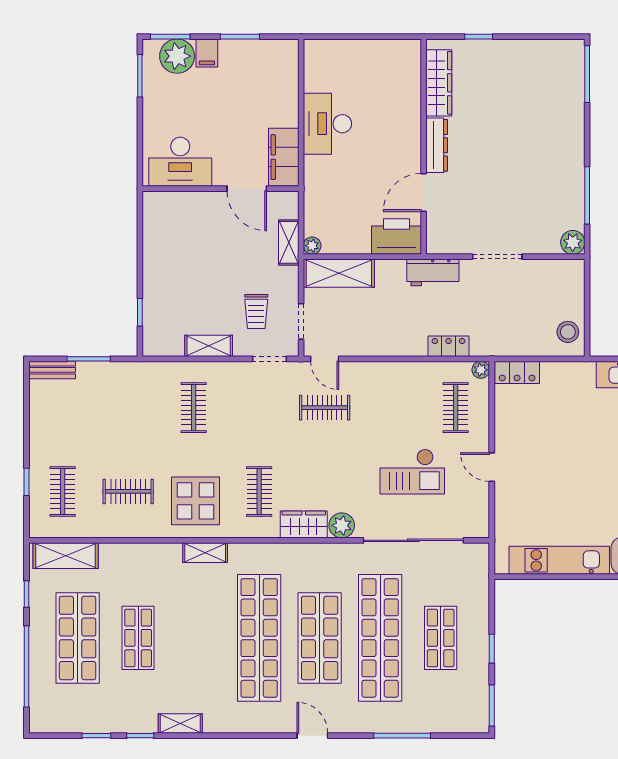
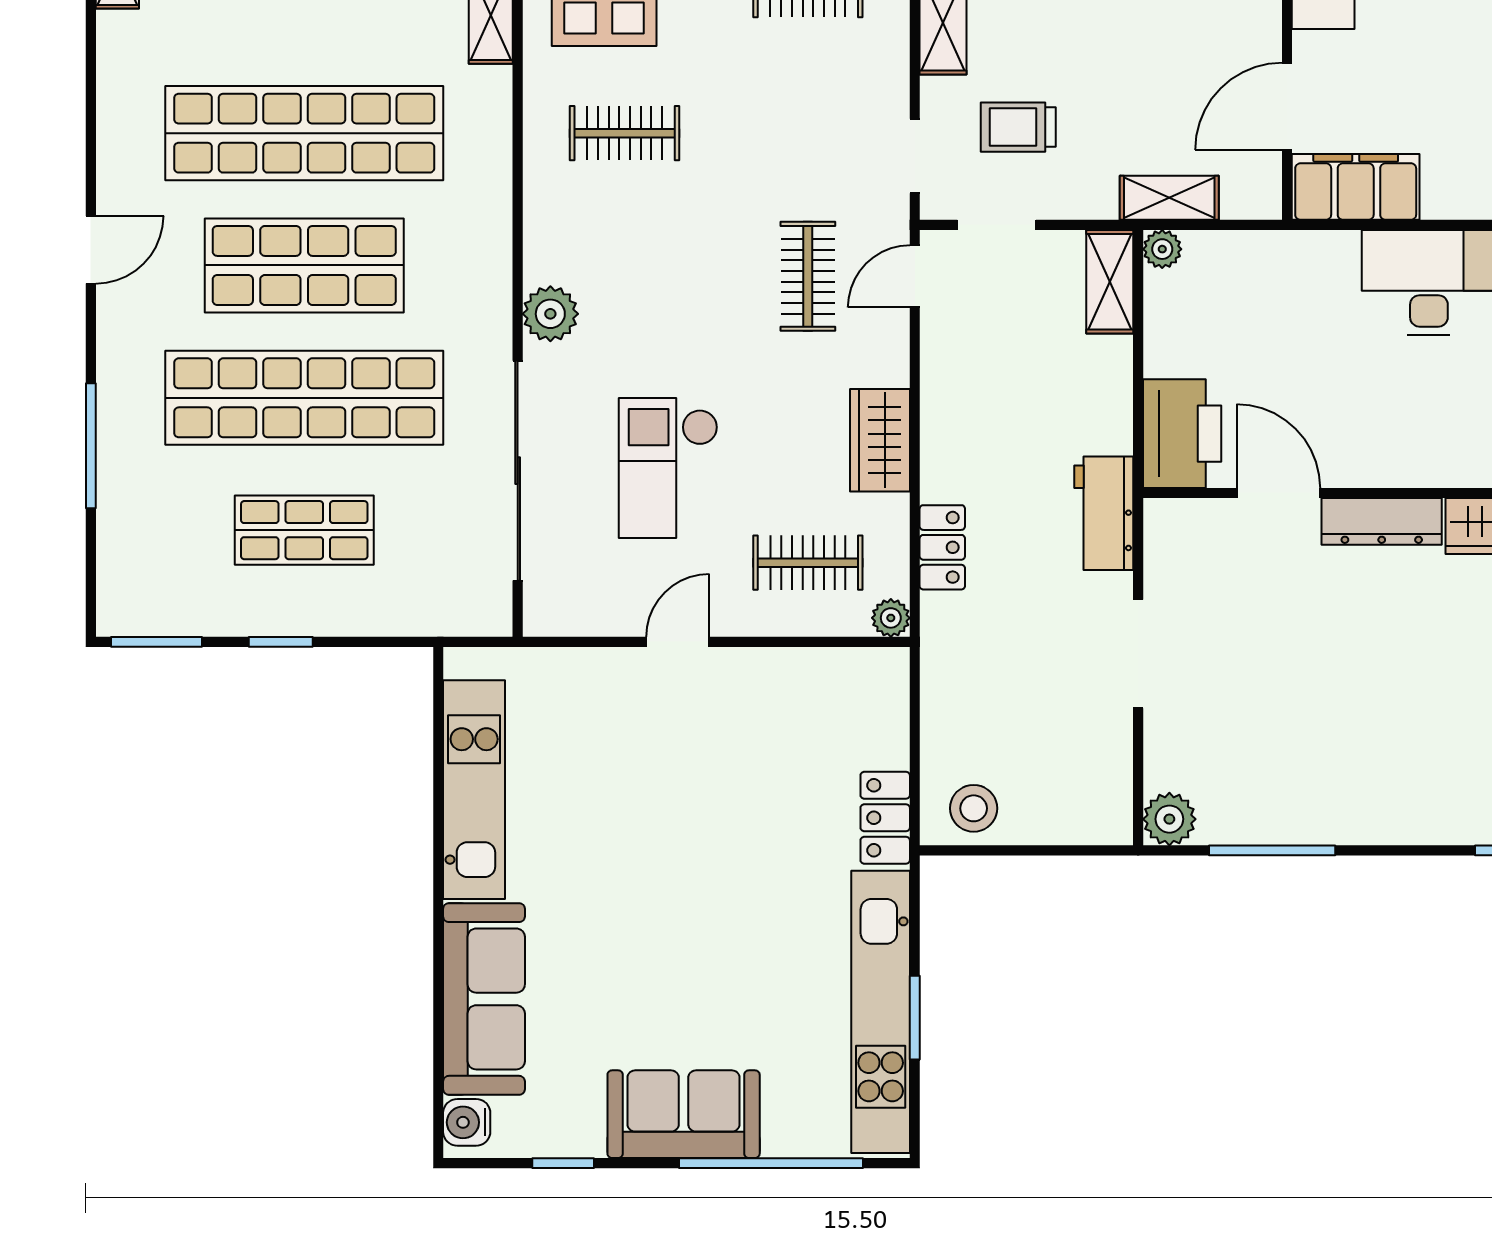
shelving: (339, 273) -> (1110, 282), width x0.67, depth x0.75
locker: (517, 372) -> (885, 818), moved
wardrobe: (304, 524) -> (880, 440), moved, turned 180

